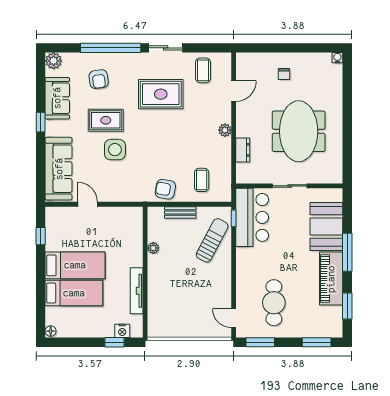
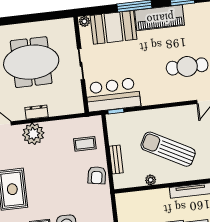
plant: (225, 130) -> (33, 134), width x1.88, depth x1.88
dresser: (243, 150) -> (36, 112), moved
plant: (337, 195) -> (84, 21), added
sun lounger: (212, 240) -> (168, 149), moved, width x1.36, depth x1.34

